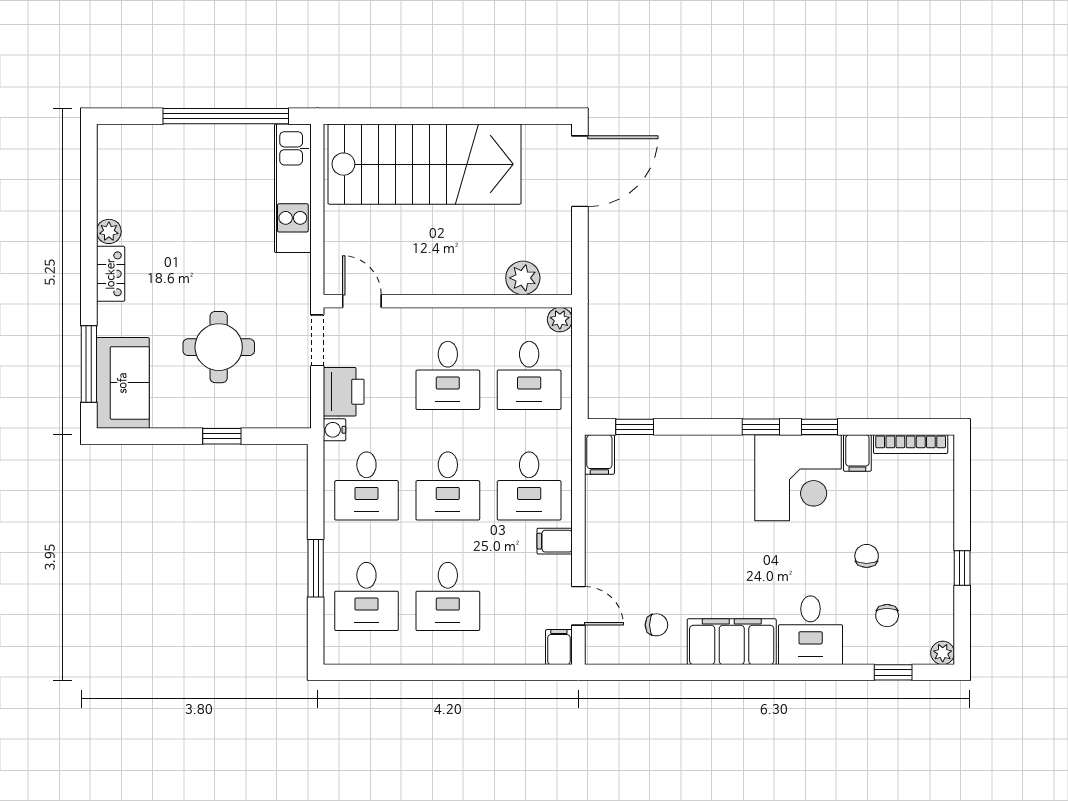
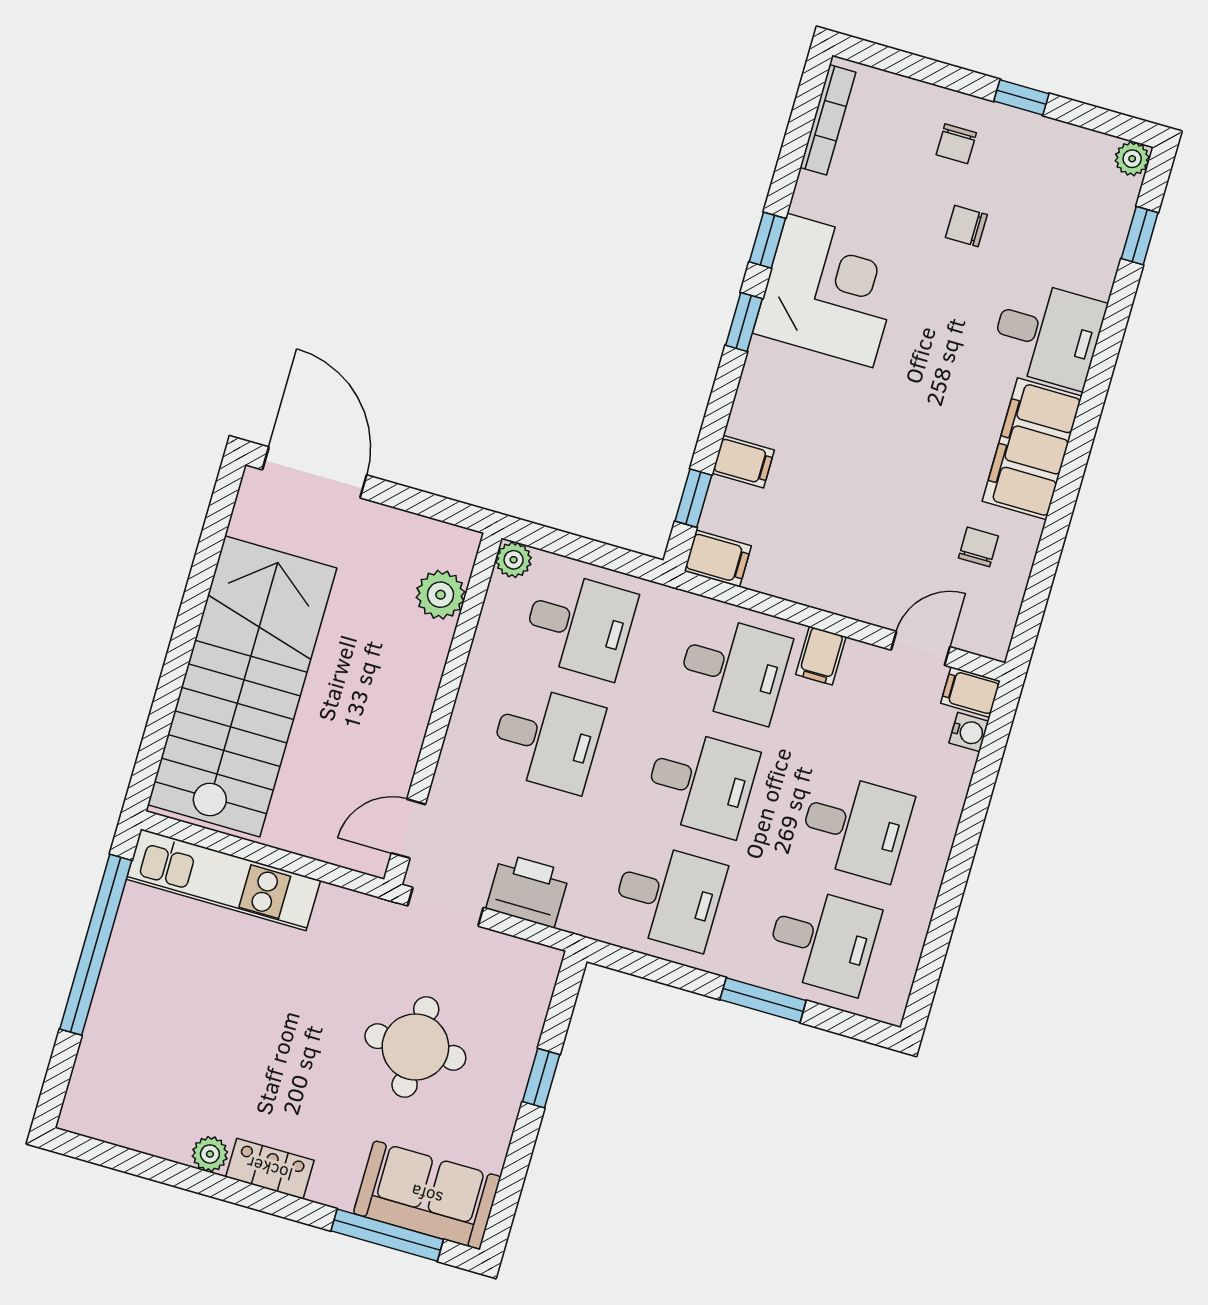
water cooler: (335, 430) -> (969, 732), moved, turned -90
filing cabinet: (857, 453) -> (743, 462), moved
chair: (887, 616) -> (956, 144), moved, turned 90

